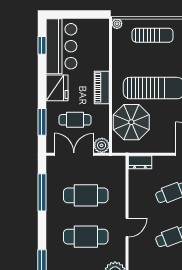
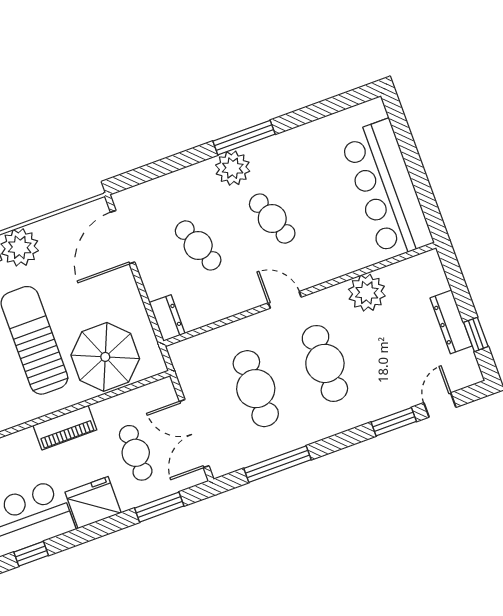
plant: (102, 145) -> (162, 393), removed

